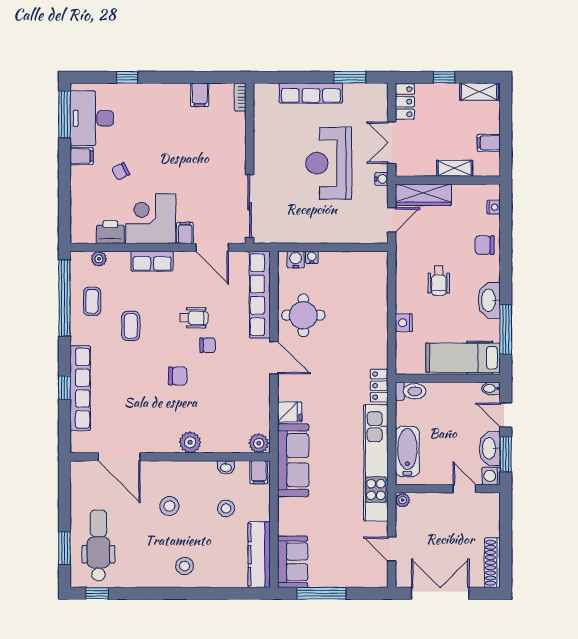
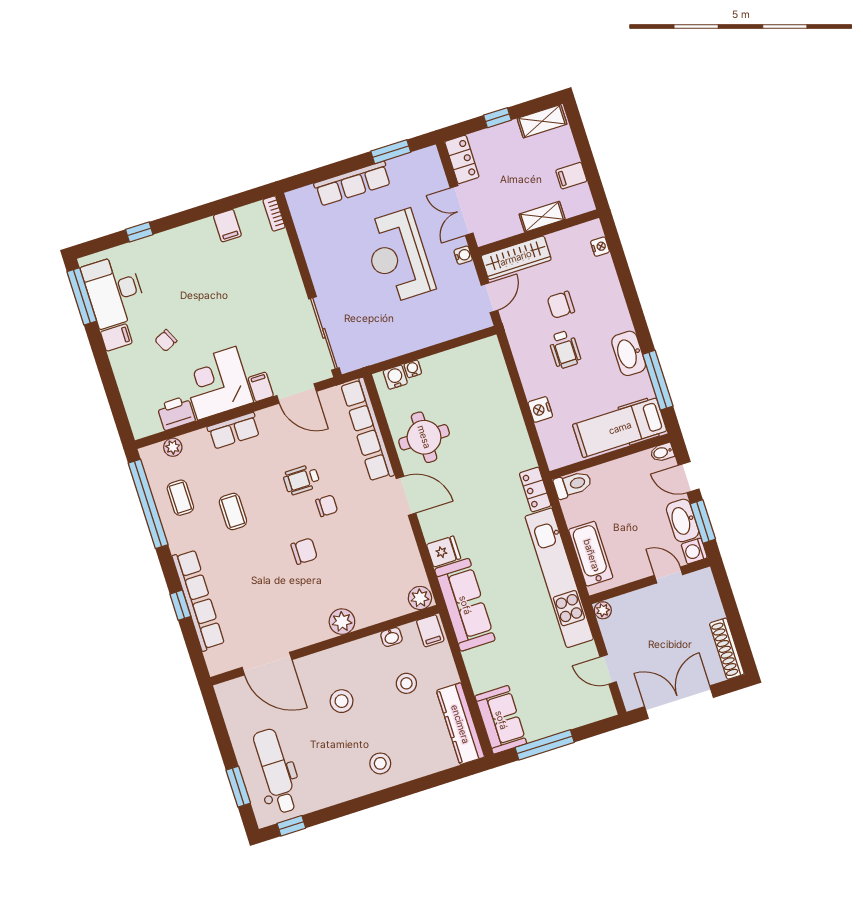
chair: (485, 245) -> (561, 305), moved
wheelchair: (194, 318) -> (301, 480), turned 180

